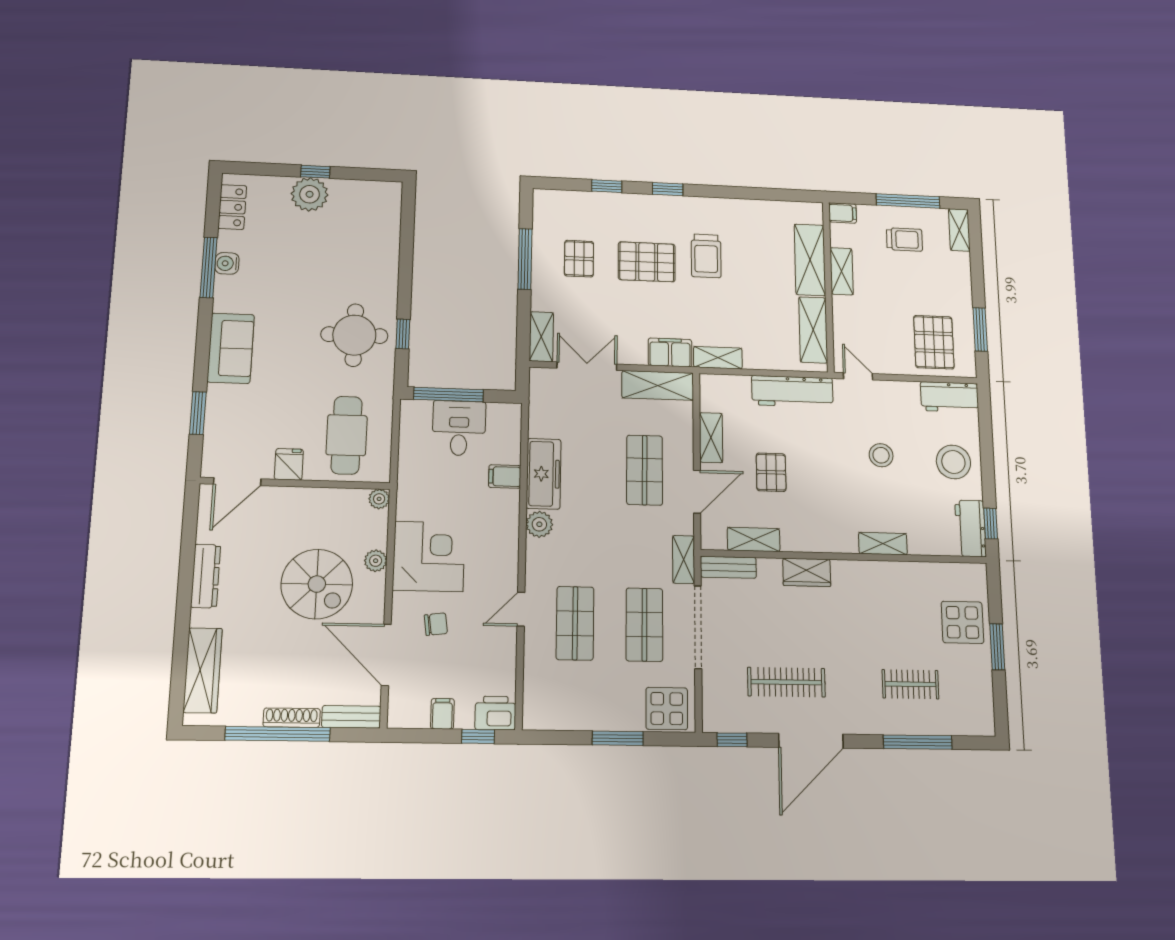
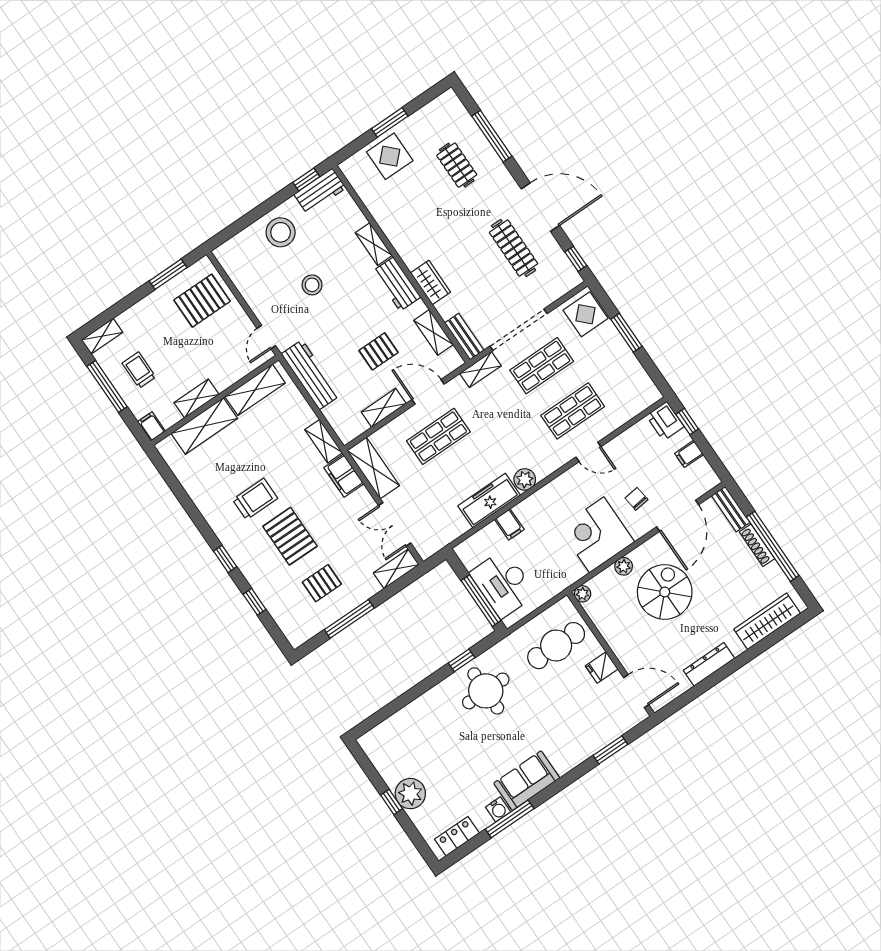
sofa: (231, 348) -> (527, 781), moved
workbench: (950, 397) -> (397, 284), moved, turned 180
desk: (459, 428) -> (503, 584), width x1.37

